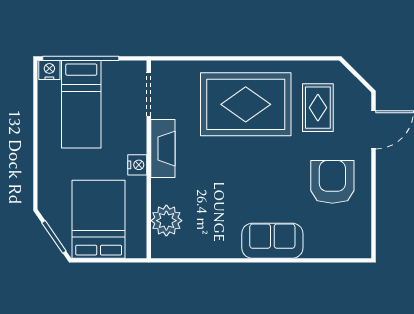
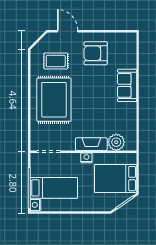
fireplace: (163, 149) -> (91, 144), moved

